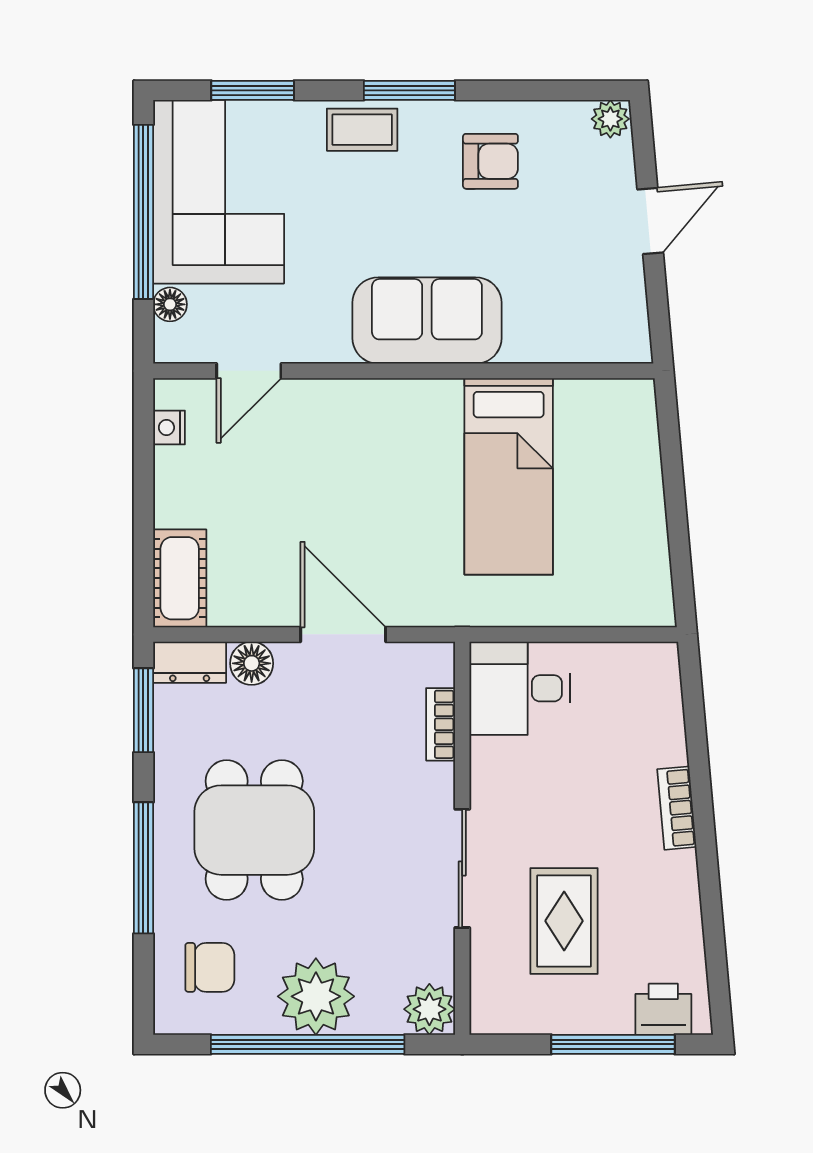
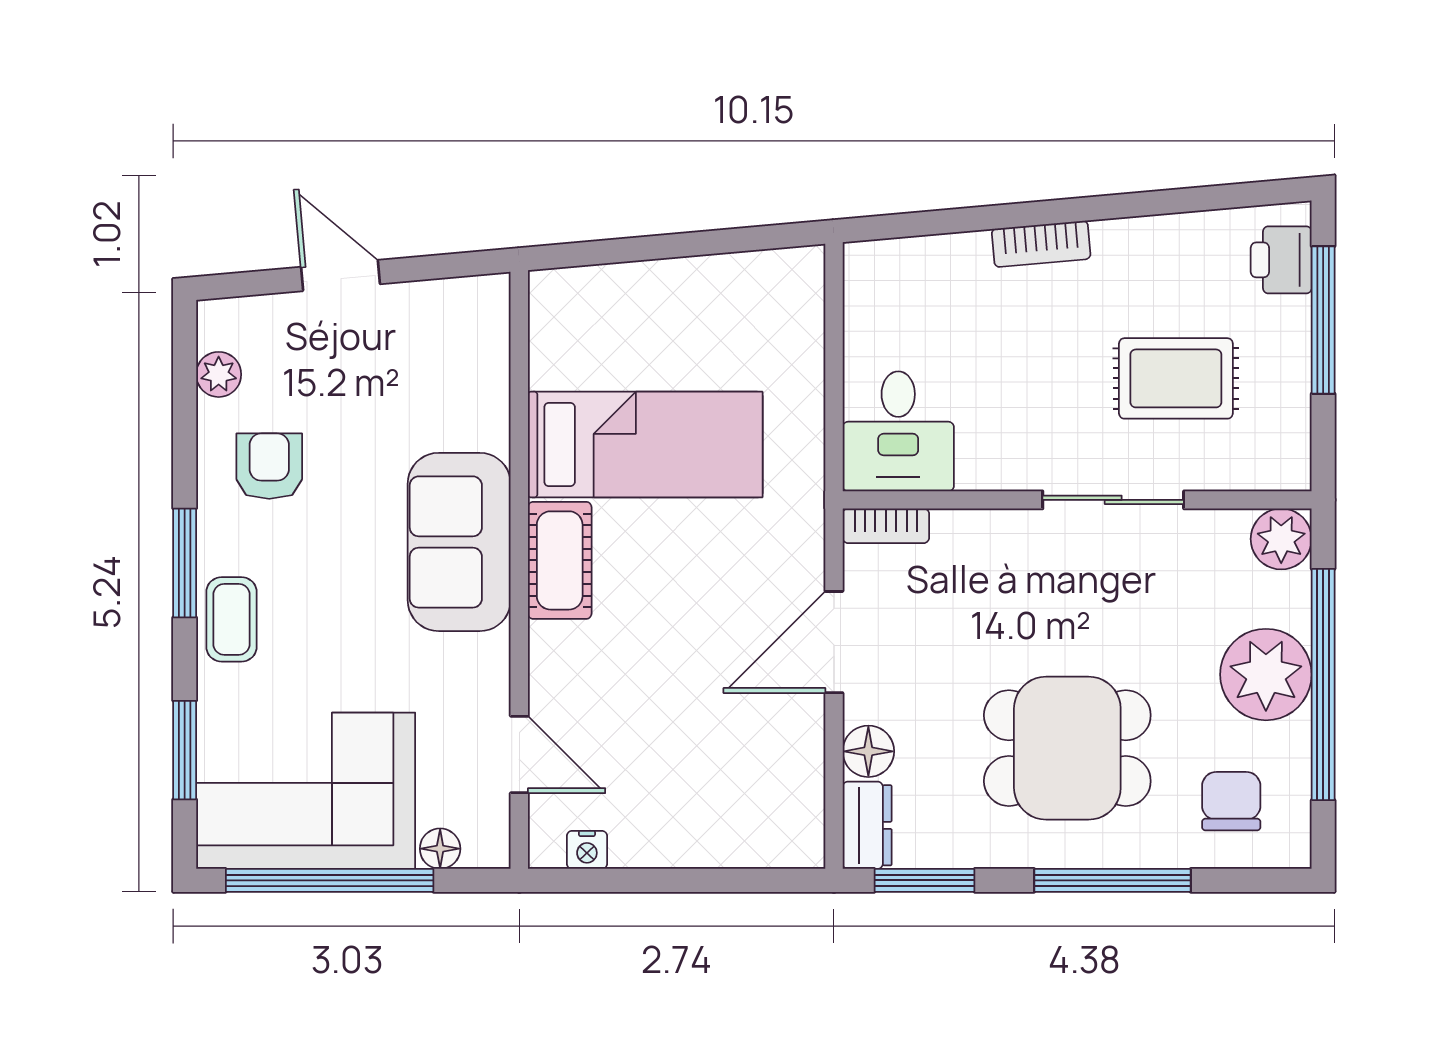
plant: (610, 119) -> (219, 374), moved
cot: (180, 578) -> (560, 560), moved, turned 90
bookcase: (441, 724) -> (886, 526), moved

